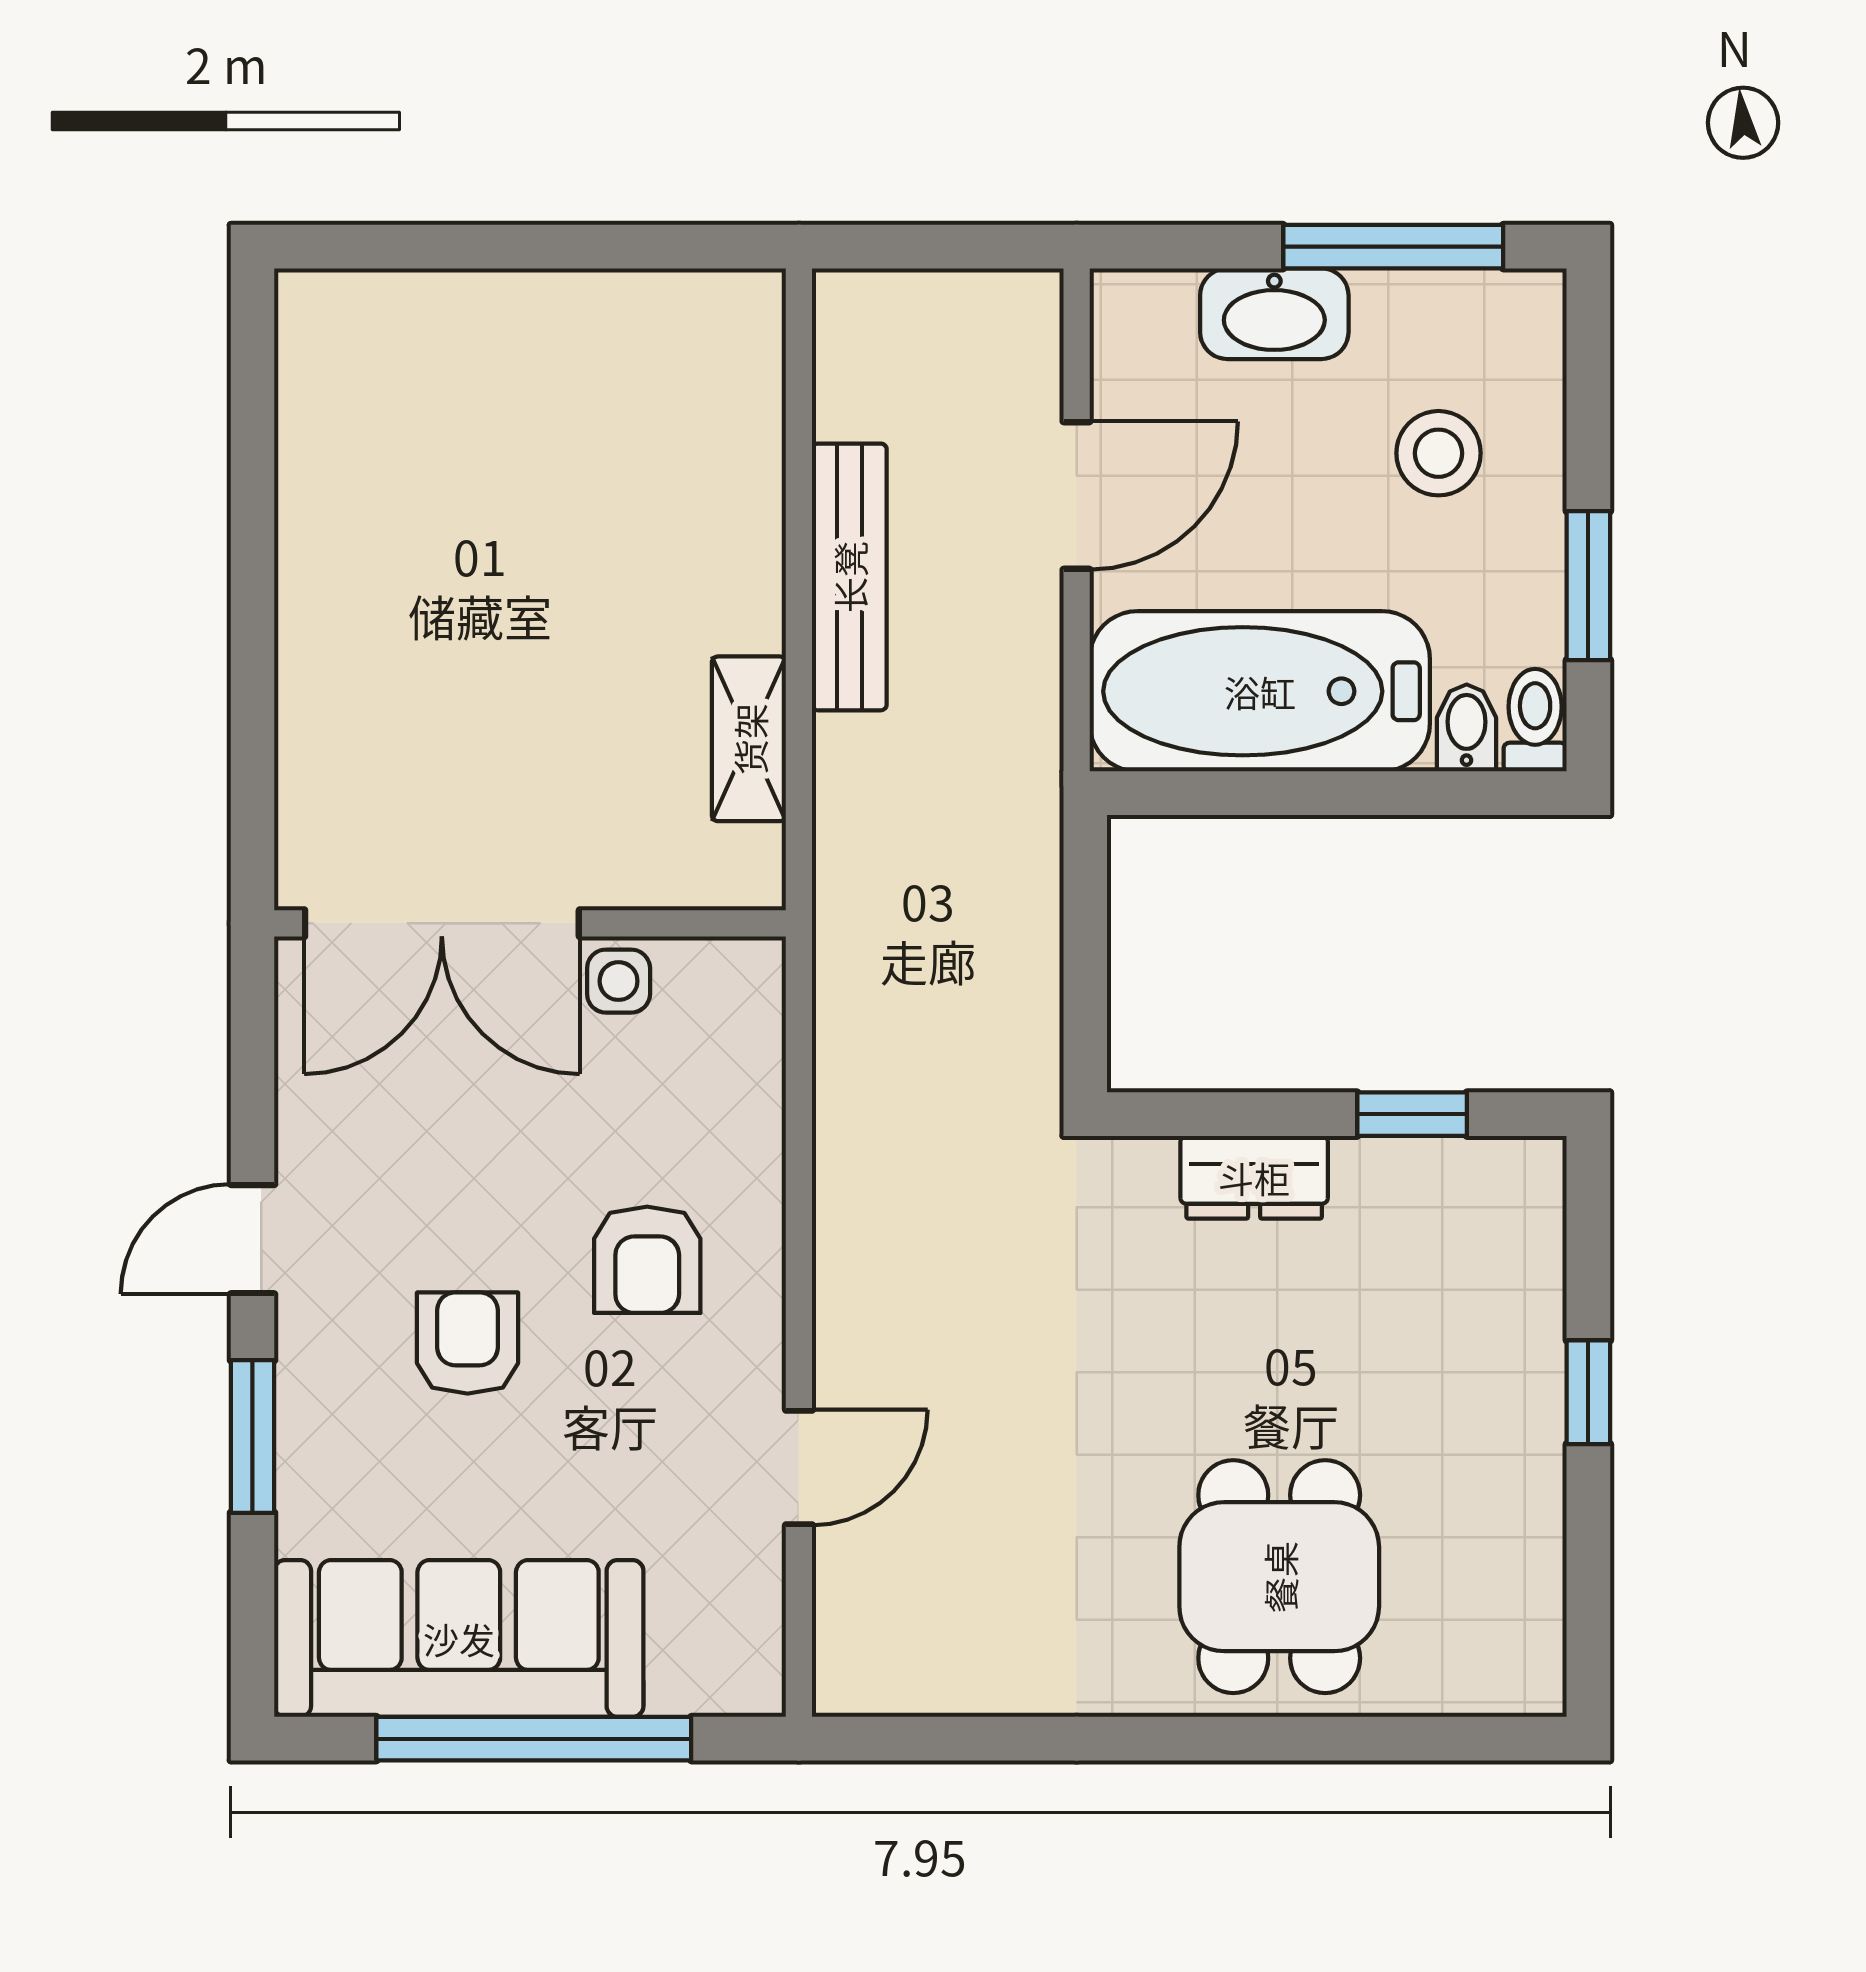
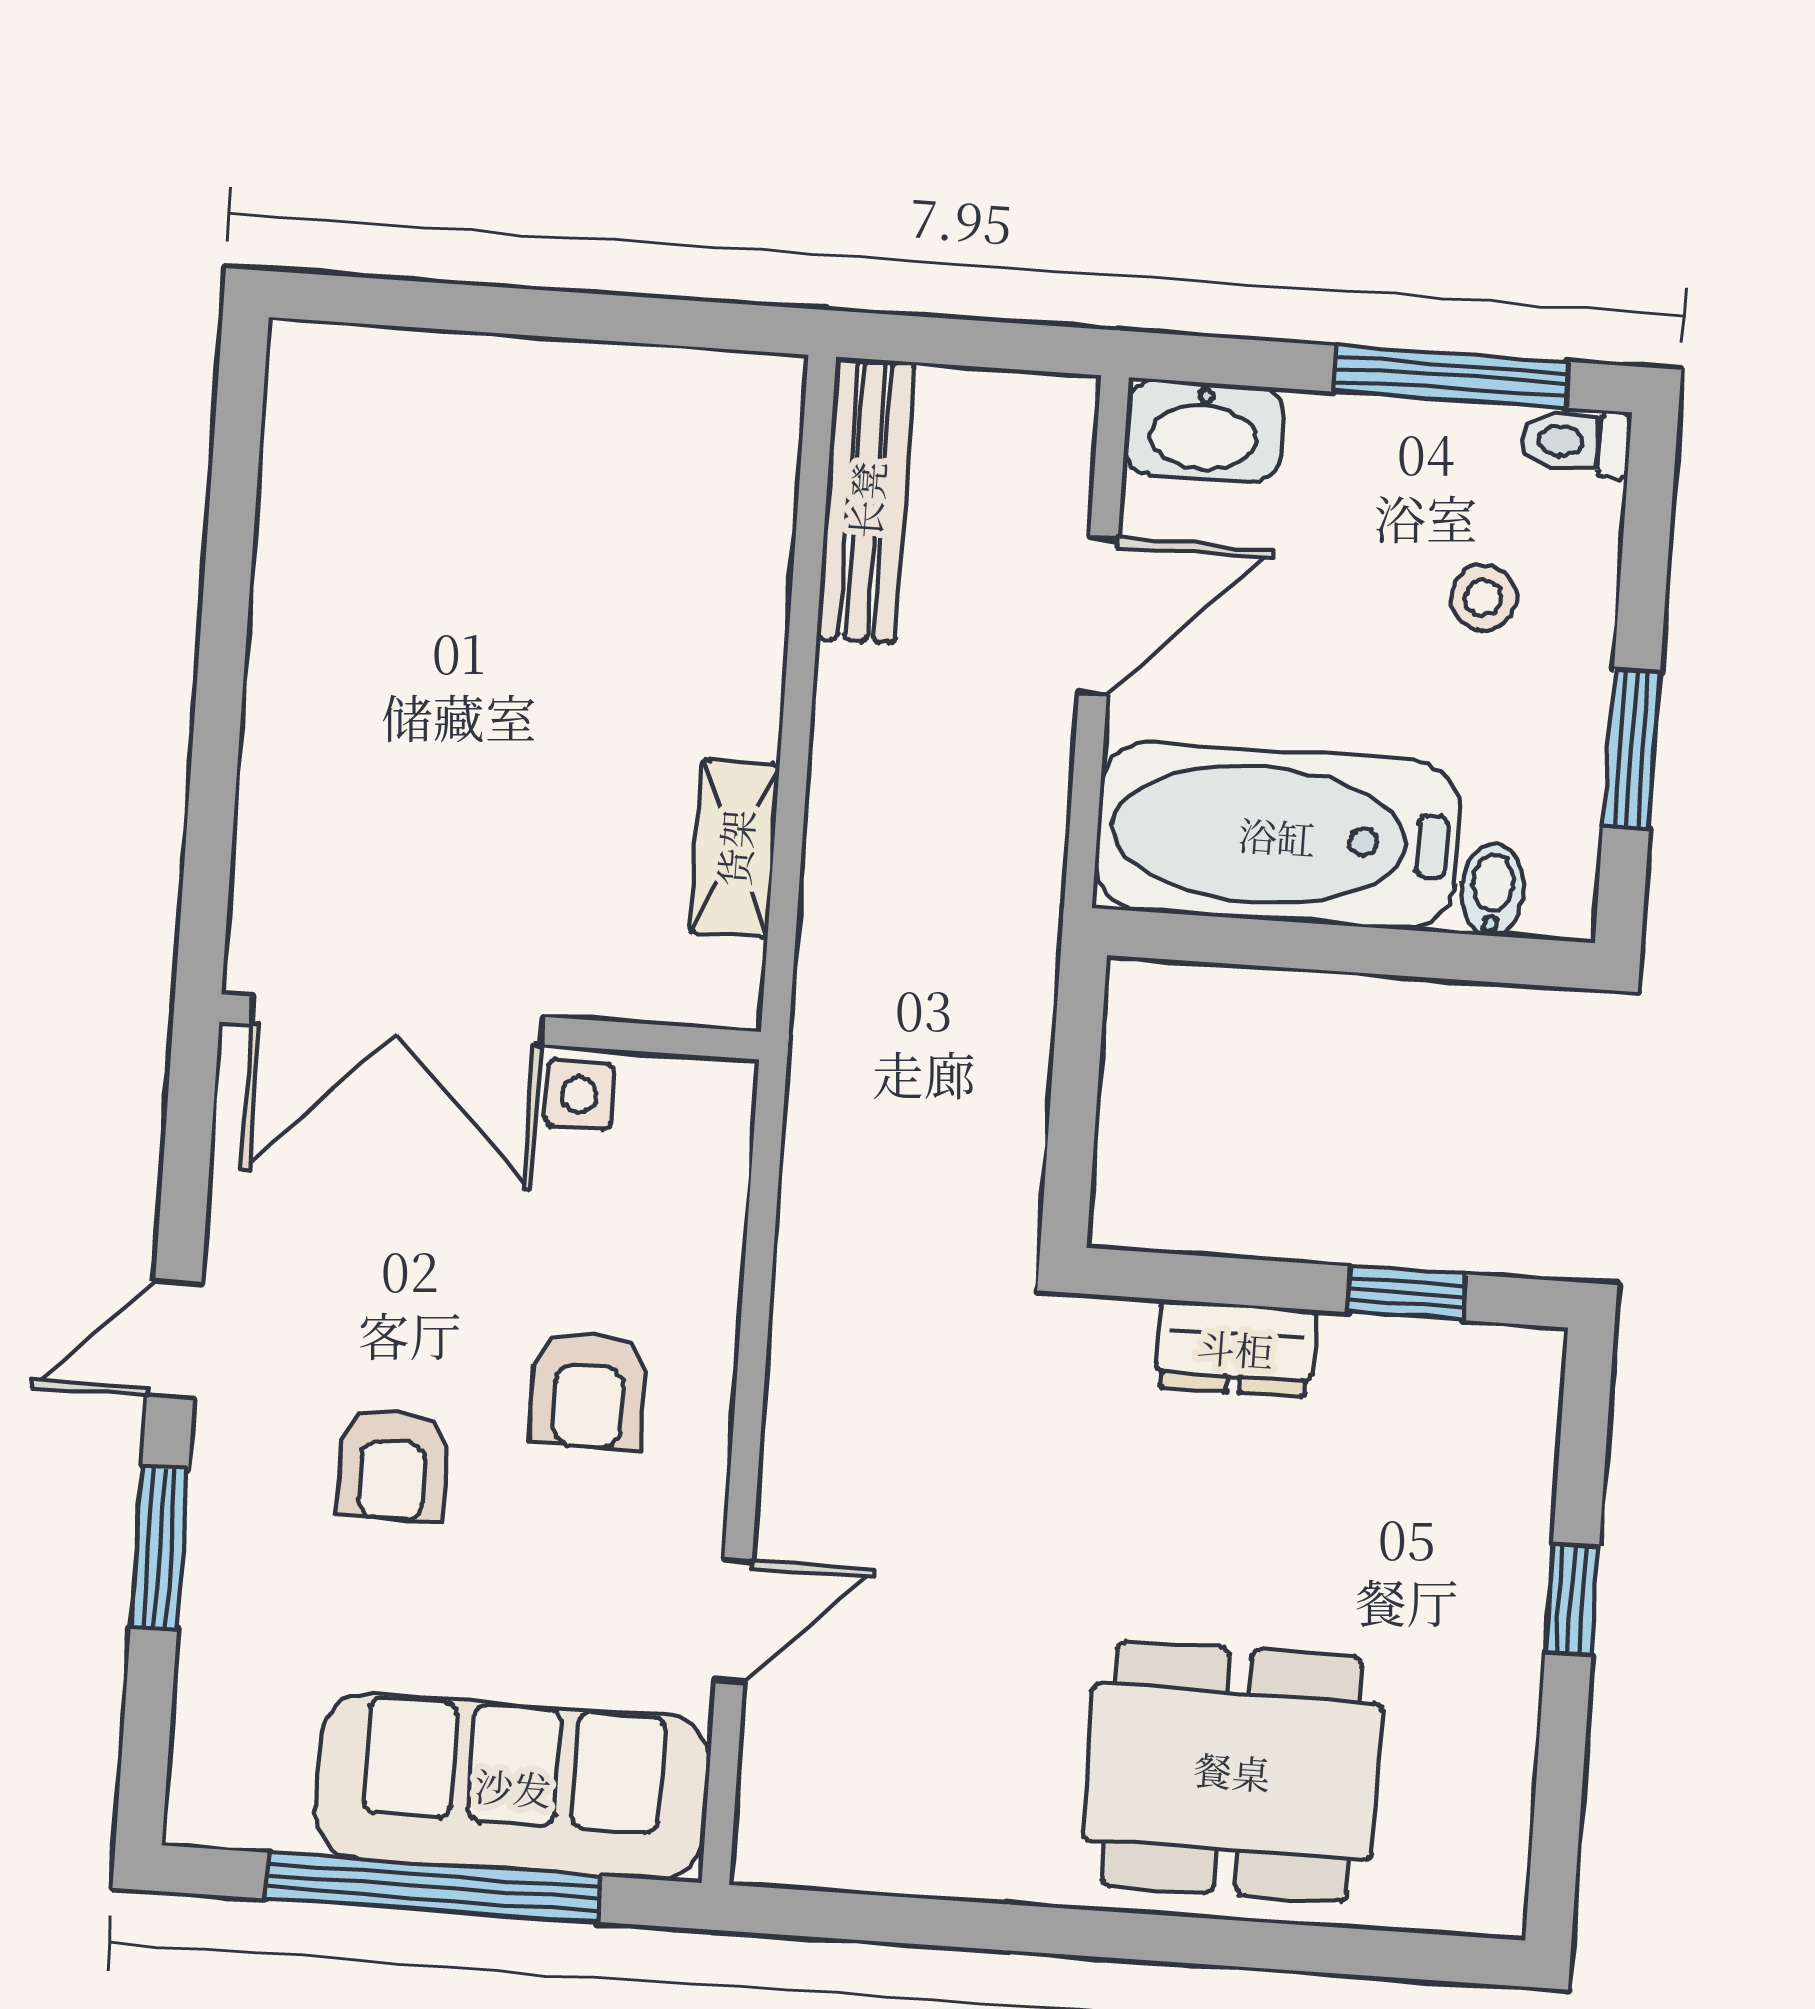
washbasin: (1274, 314) -> (1204, 431), moved
stool: (1438, 453) -> (1483, 598), width x0.73, depth x0.73
bench: (849, 577) -> (866, 500), moved
toilet: (1535, 720) -> (1576, 442), moved, turned -90
armchair: (468, 1343) -> (393, 1465), turned 180
dining table: (1279, 1577) -> (1232, 1771), width x1.38
sofa: (459, 1638) -> (513, 1787), moved

